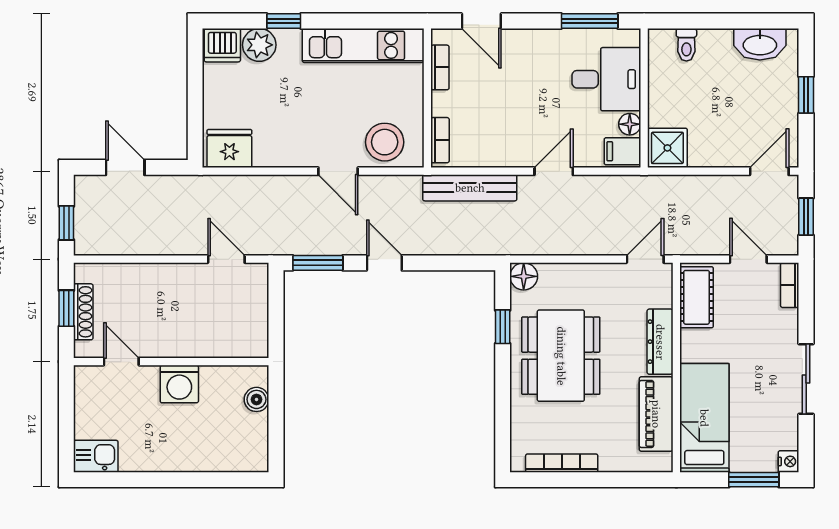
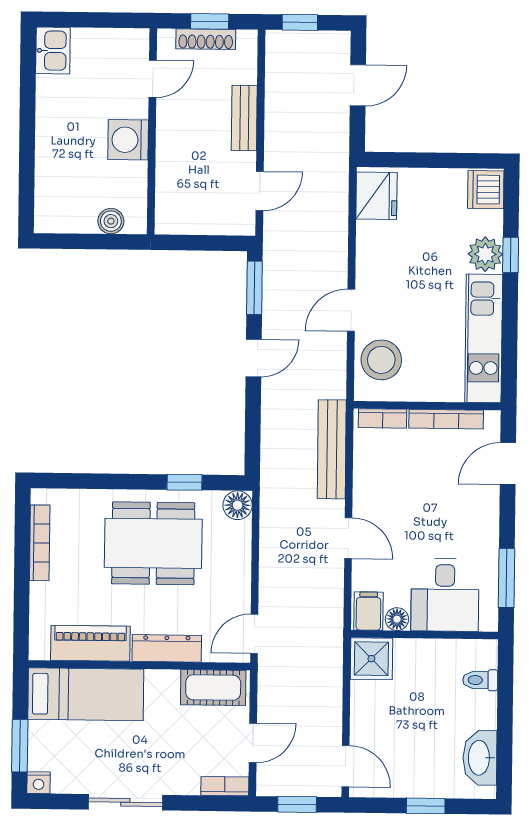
plant: (259, 45) -> (485, 254), moved
bookcase: (440, 67) -> (446, 419), width x1.56
door: (645, 259) -> (254, 634), swing flipped
bench: (157, 274) -> (244, 118), added

